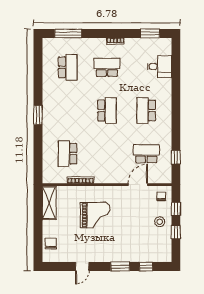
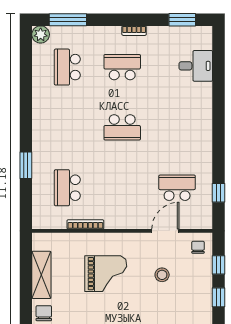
plant: (49, 44) -> (41, 34), added
school desk: (68, 67) -> (67, 67), turned 180
school desk: (107, 111) -> (122, 127), turned 90
school desk: (146, 111) -> (177, 127), removed
window: (38, 115) -> (26, 165), moved
shelving: (49, 203) -> (41, 275), moved
stool: (160, 222) -> (162, 275), moved

